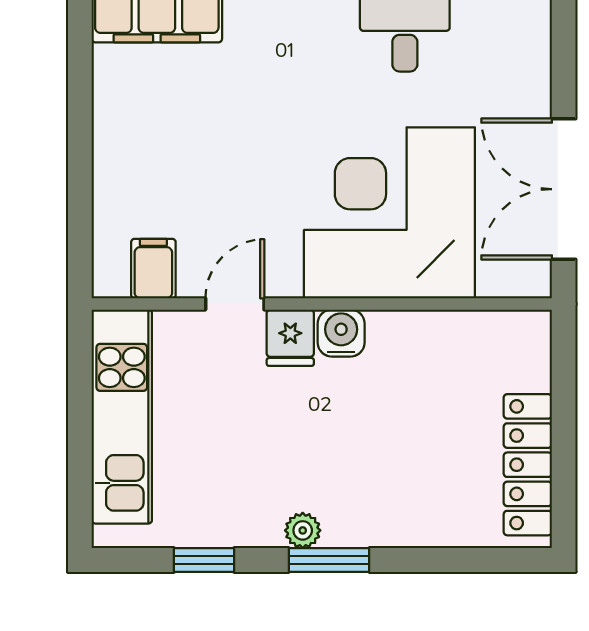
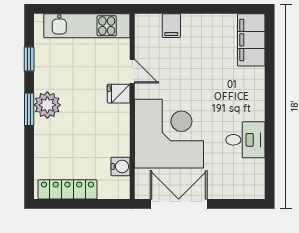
filing cabinet: (153, 269) -> (171, 26), moved, turned 90
water cooler: (341, 333) -> (121, 166), moved
plant: (303, 530) -> (47, 105), width x1.88, depth x1.88

